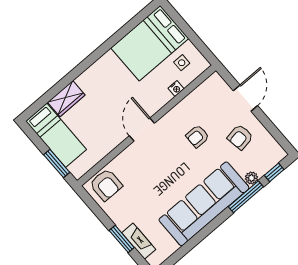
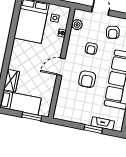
plant: (203, 93) -> (77, 25), added
door: (142, 130) -> (61, 67), hinge flipped
armchair: (106, 185) -> (87, 79), moved, turned 90

